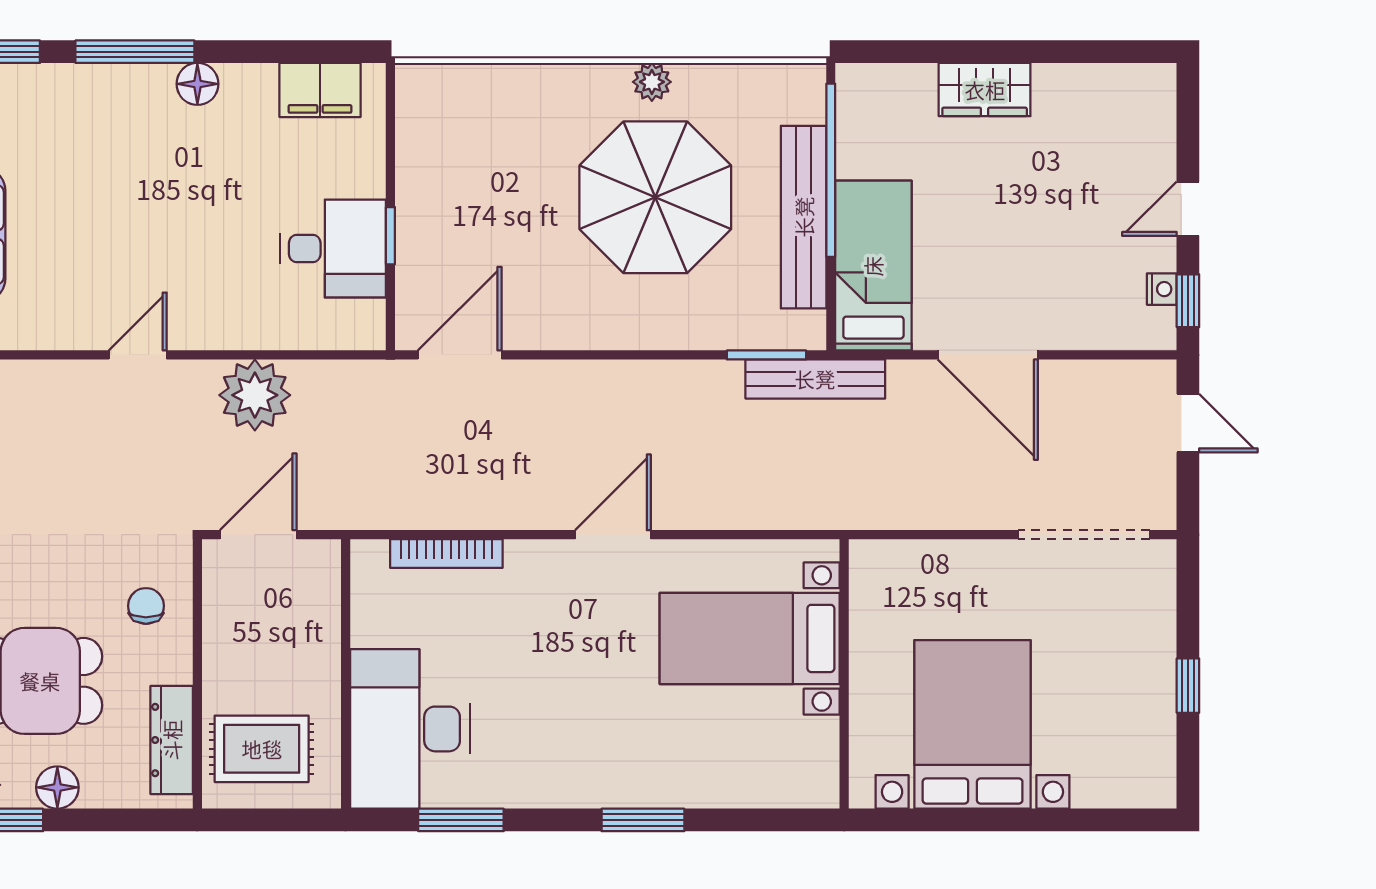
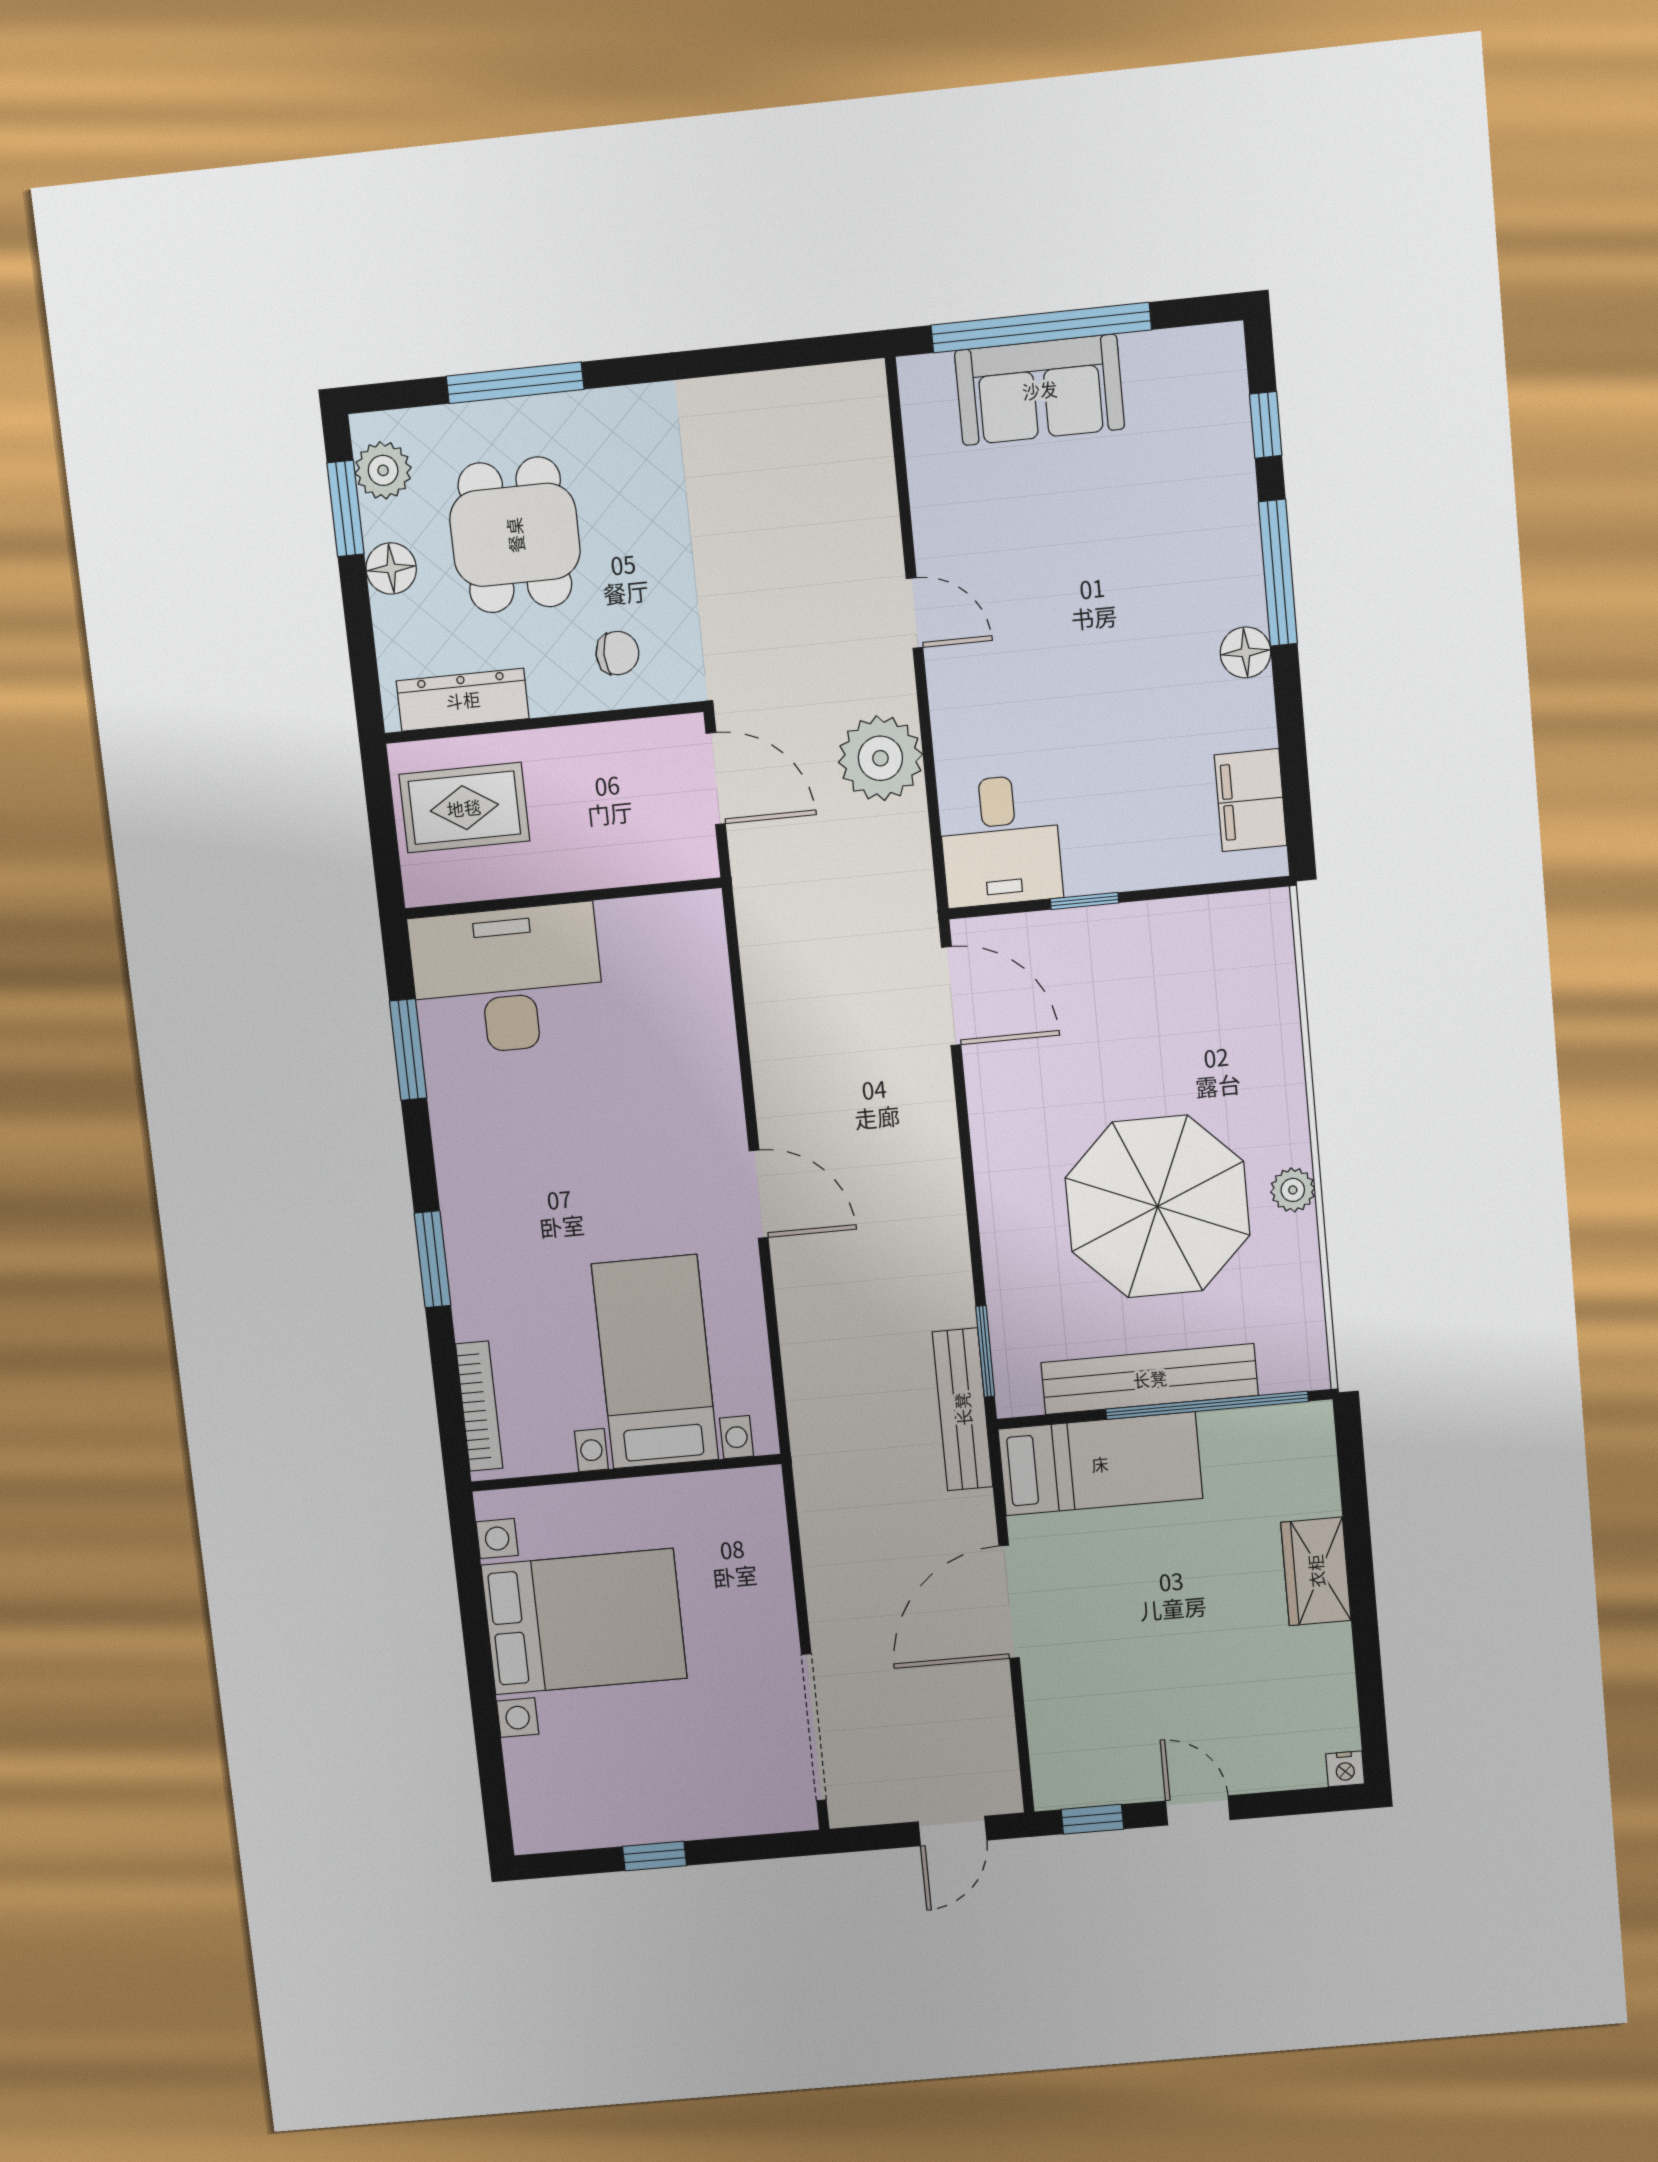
desk: (333, 249) -> (1000, 841), moved
nightstand: (1162, 289) -> (1345, 1769), moved
bookcase: (446, 554) -> (479, 1406), moved, turned 180
rug: (262, 749) -> (464, 808), turned 90

